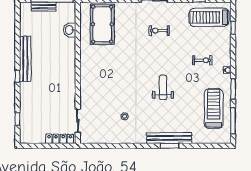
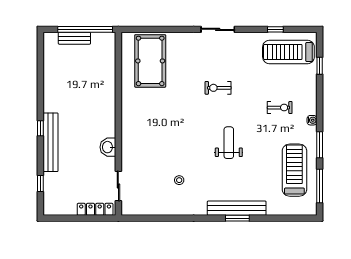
washbasin: (70, 30) -> (108, 147), moved
exercise bike: (159, 31) -> (218, 88), moved
bench: (25, 59) -> (51, 142), moved

